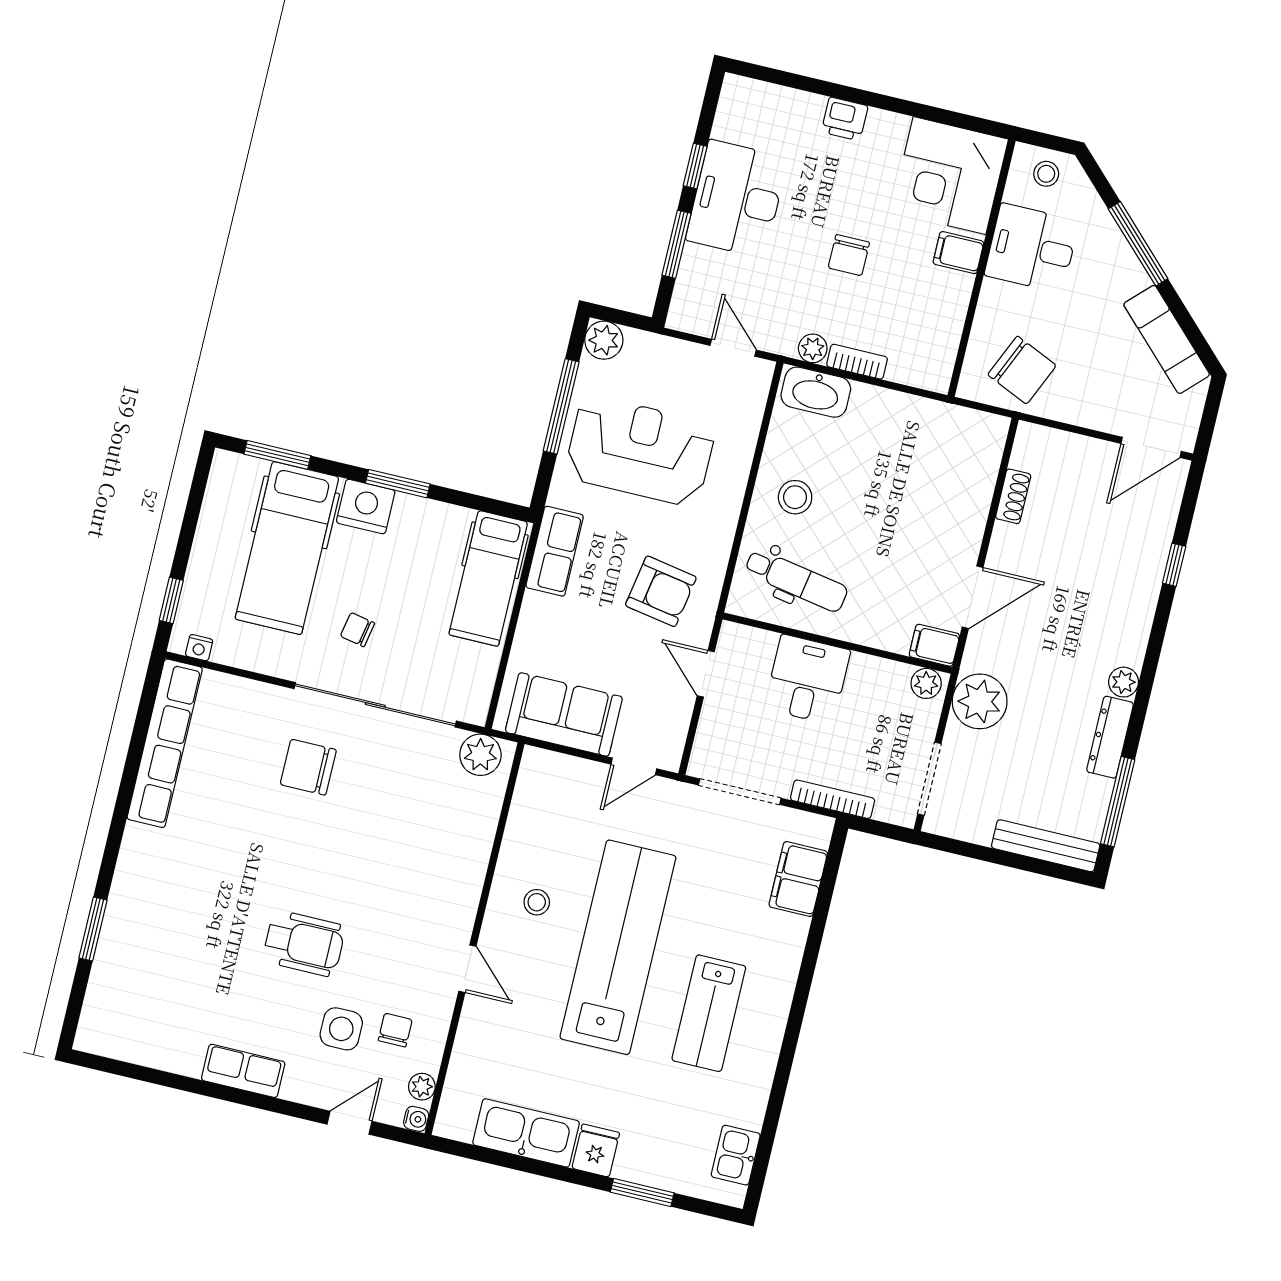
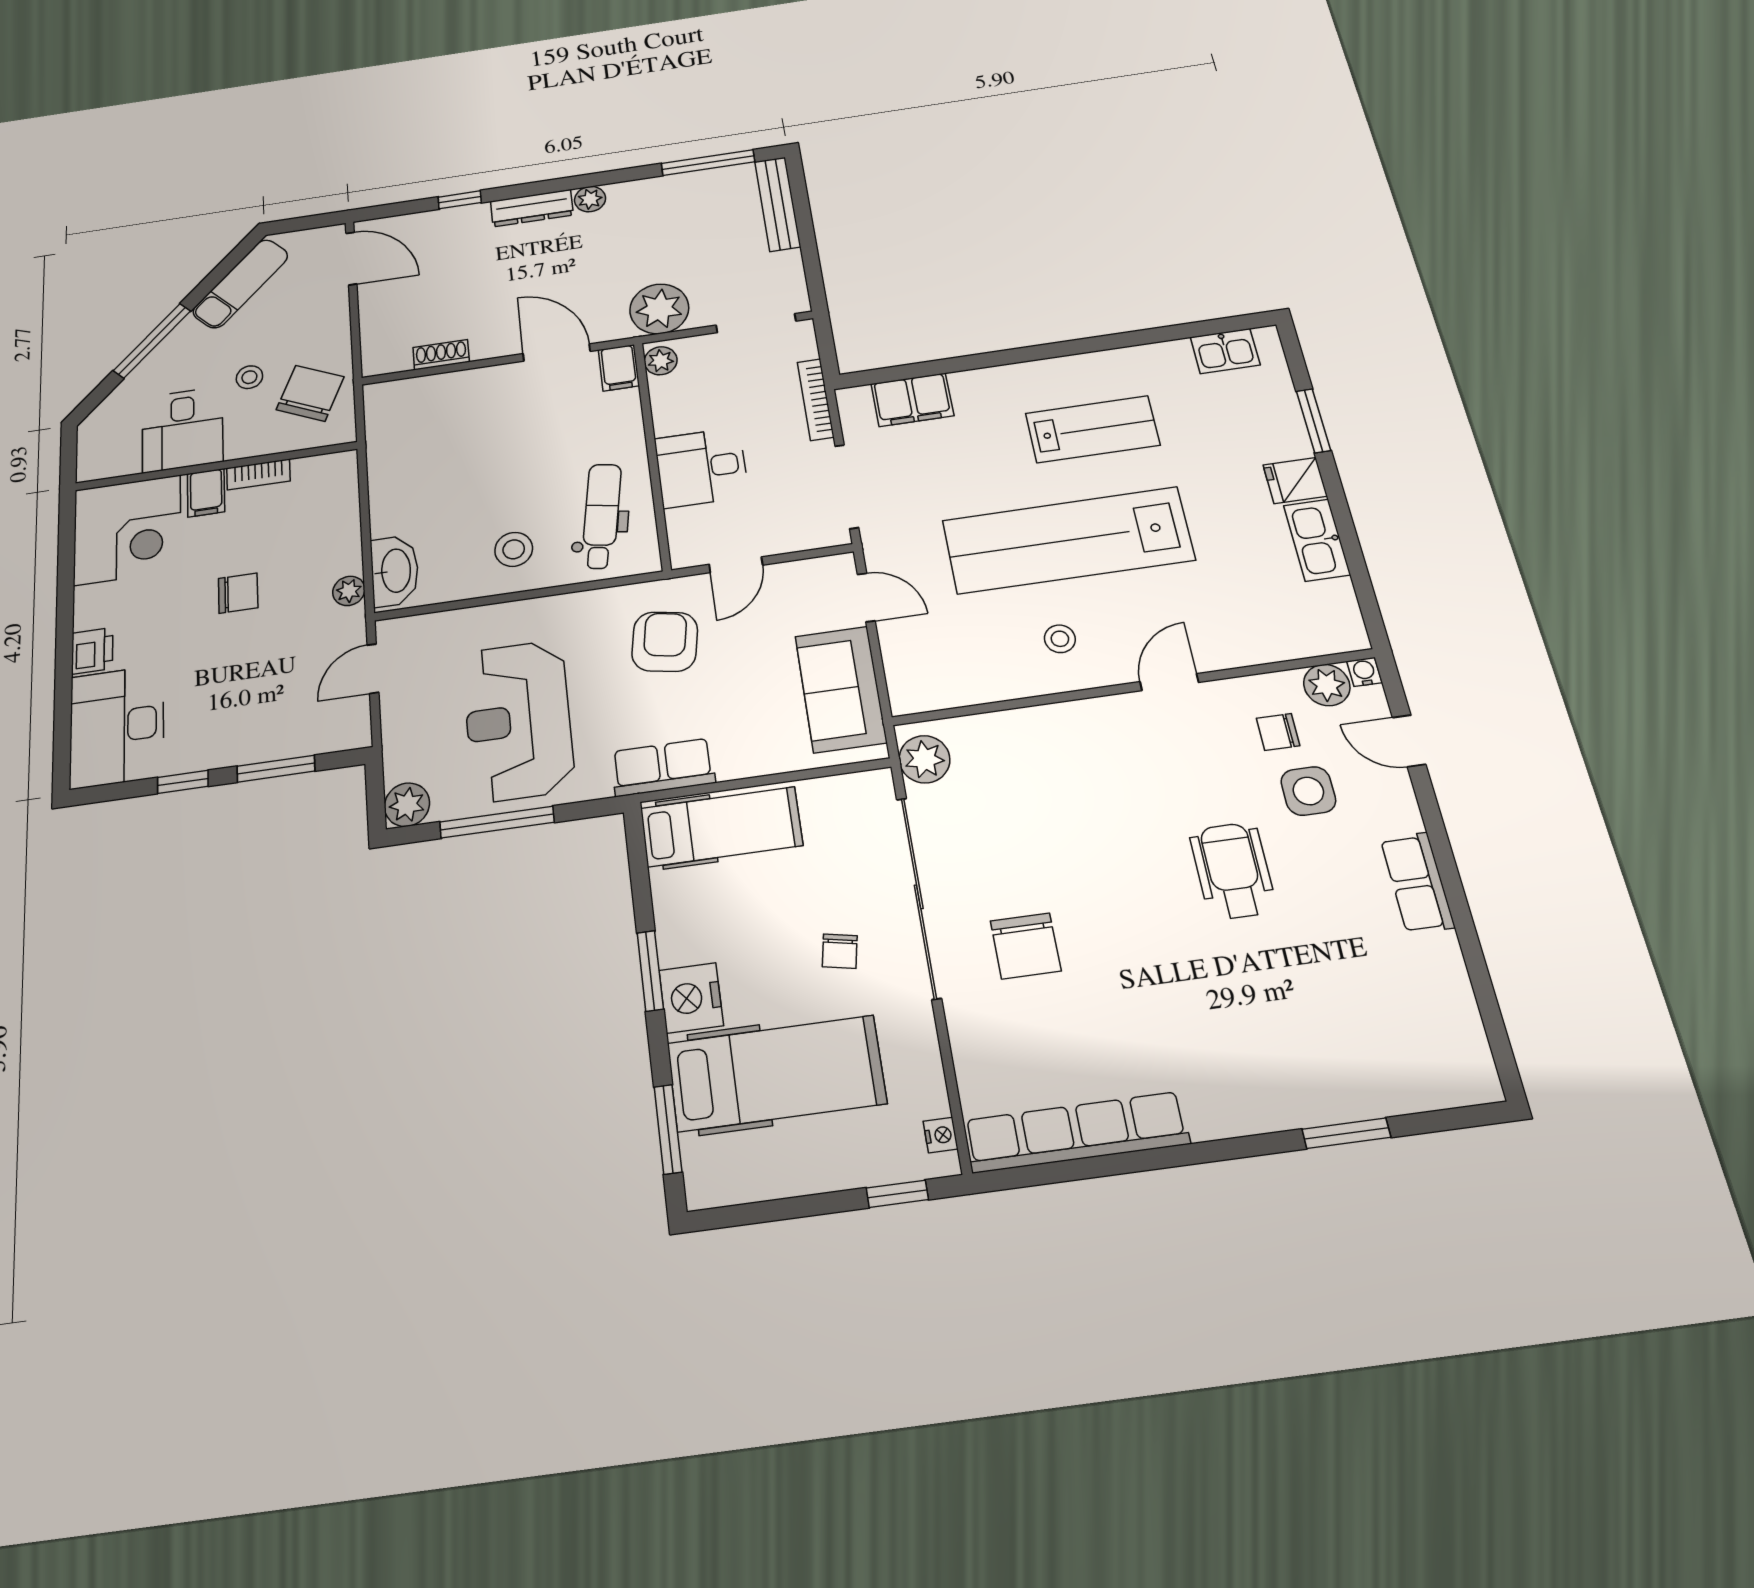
stool: (1046, 174) -> (249, 377), moved
desk: (737, 199) -> (117, 726), moved, turned 90
bookcase: (857, 362) -> (258, 474), moved, turned -90
dresser: (1110, 737) -> (532, 208), moved
plant: (422, 1087) -> (1327, 685), width x1.38, depth x1.38
kitchen sink: (526, 1133) -> (1317, 540), width x0.73, depth x0.81

